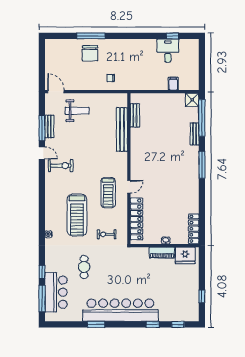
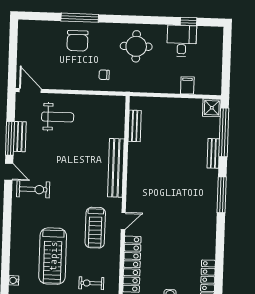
round table: (134, 56) -> (136, 46), added
bench: (122, 129) -> (116, 168), moved

